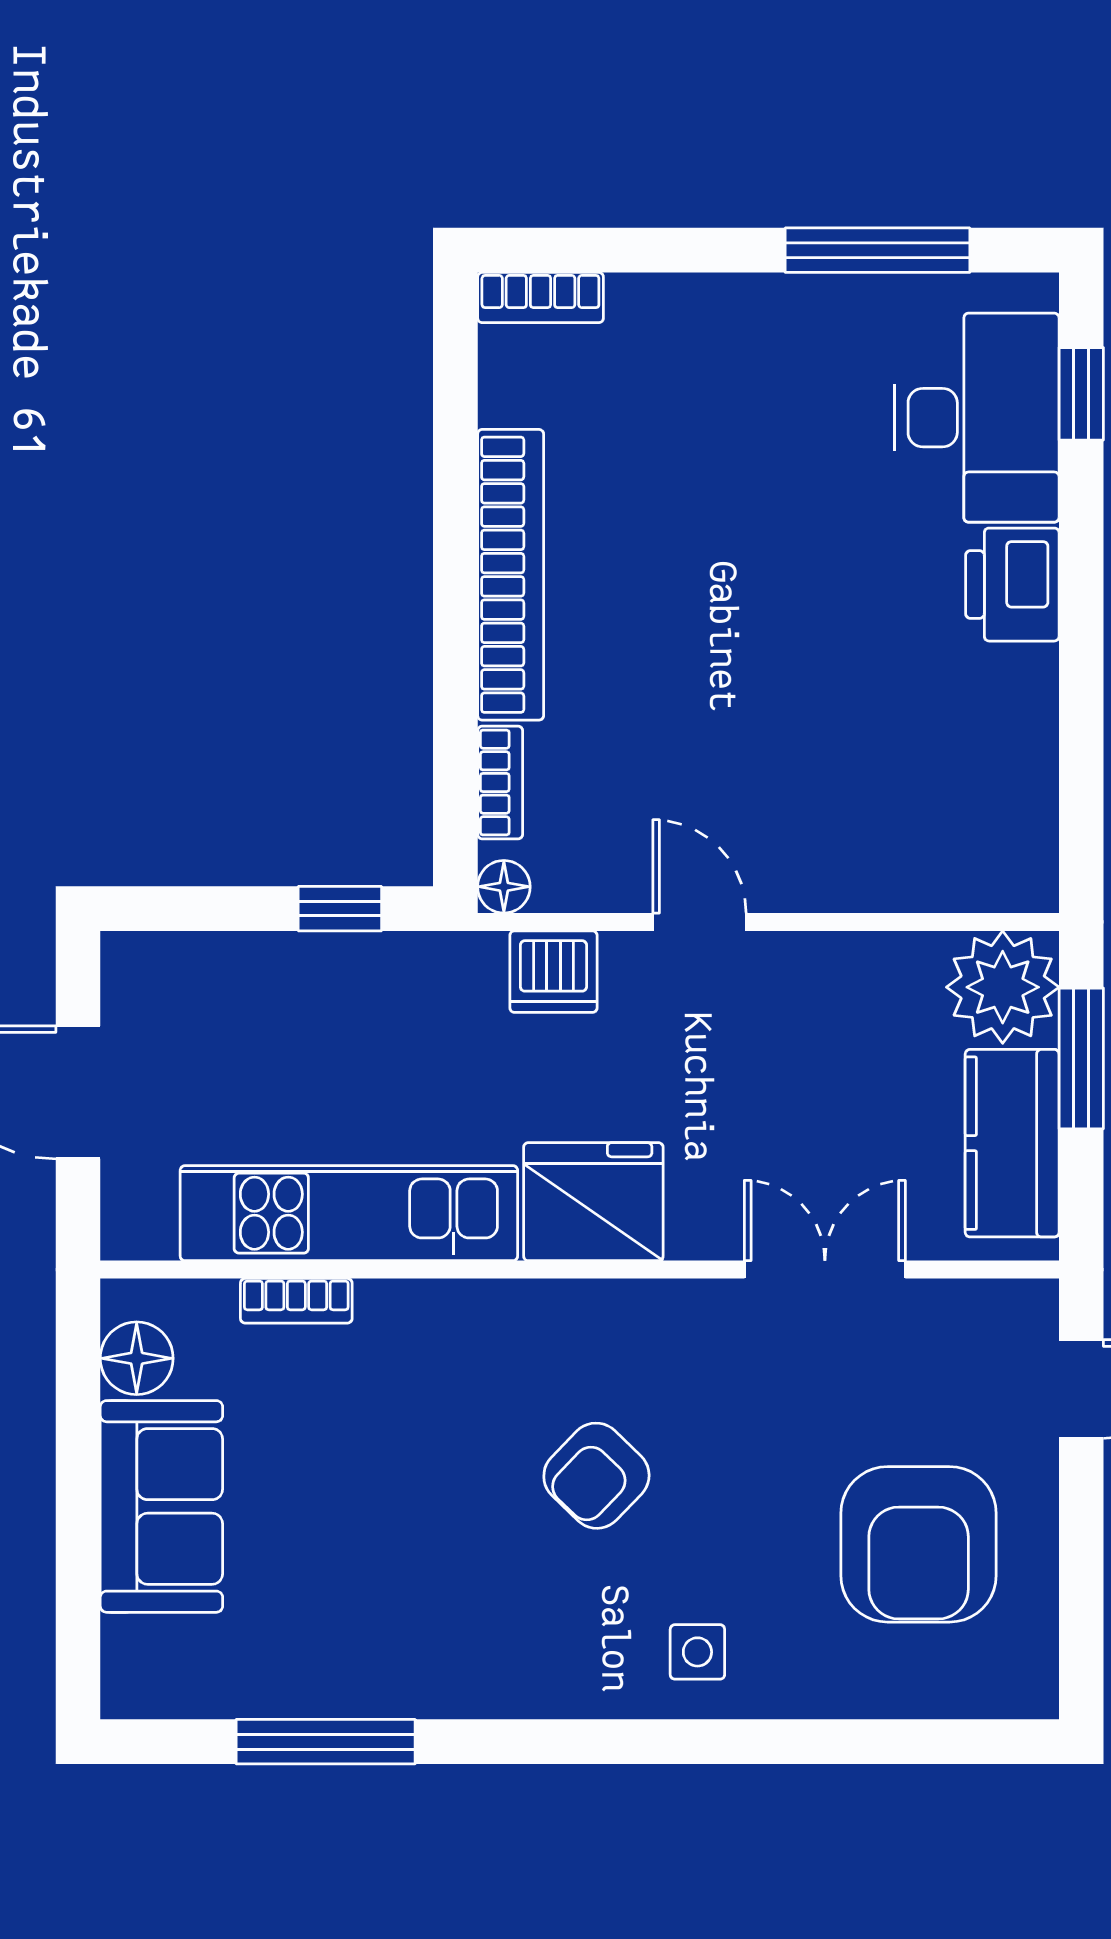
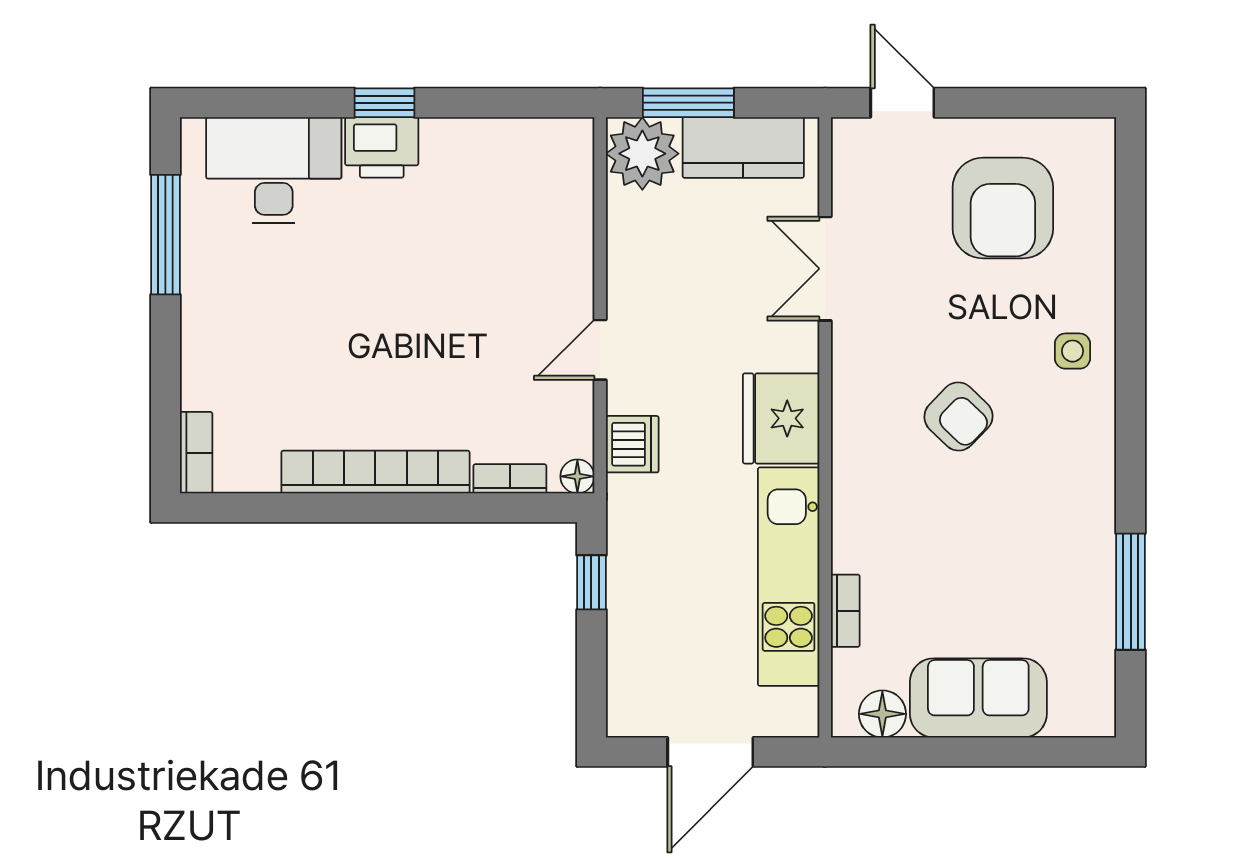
window: (1081, 394) -> (385, 103), moved
armchair: (919, 1544) -> (1003, 208), turned 90

